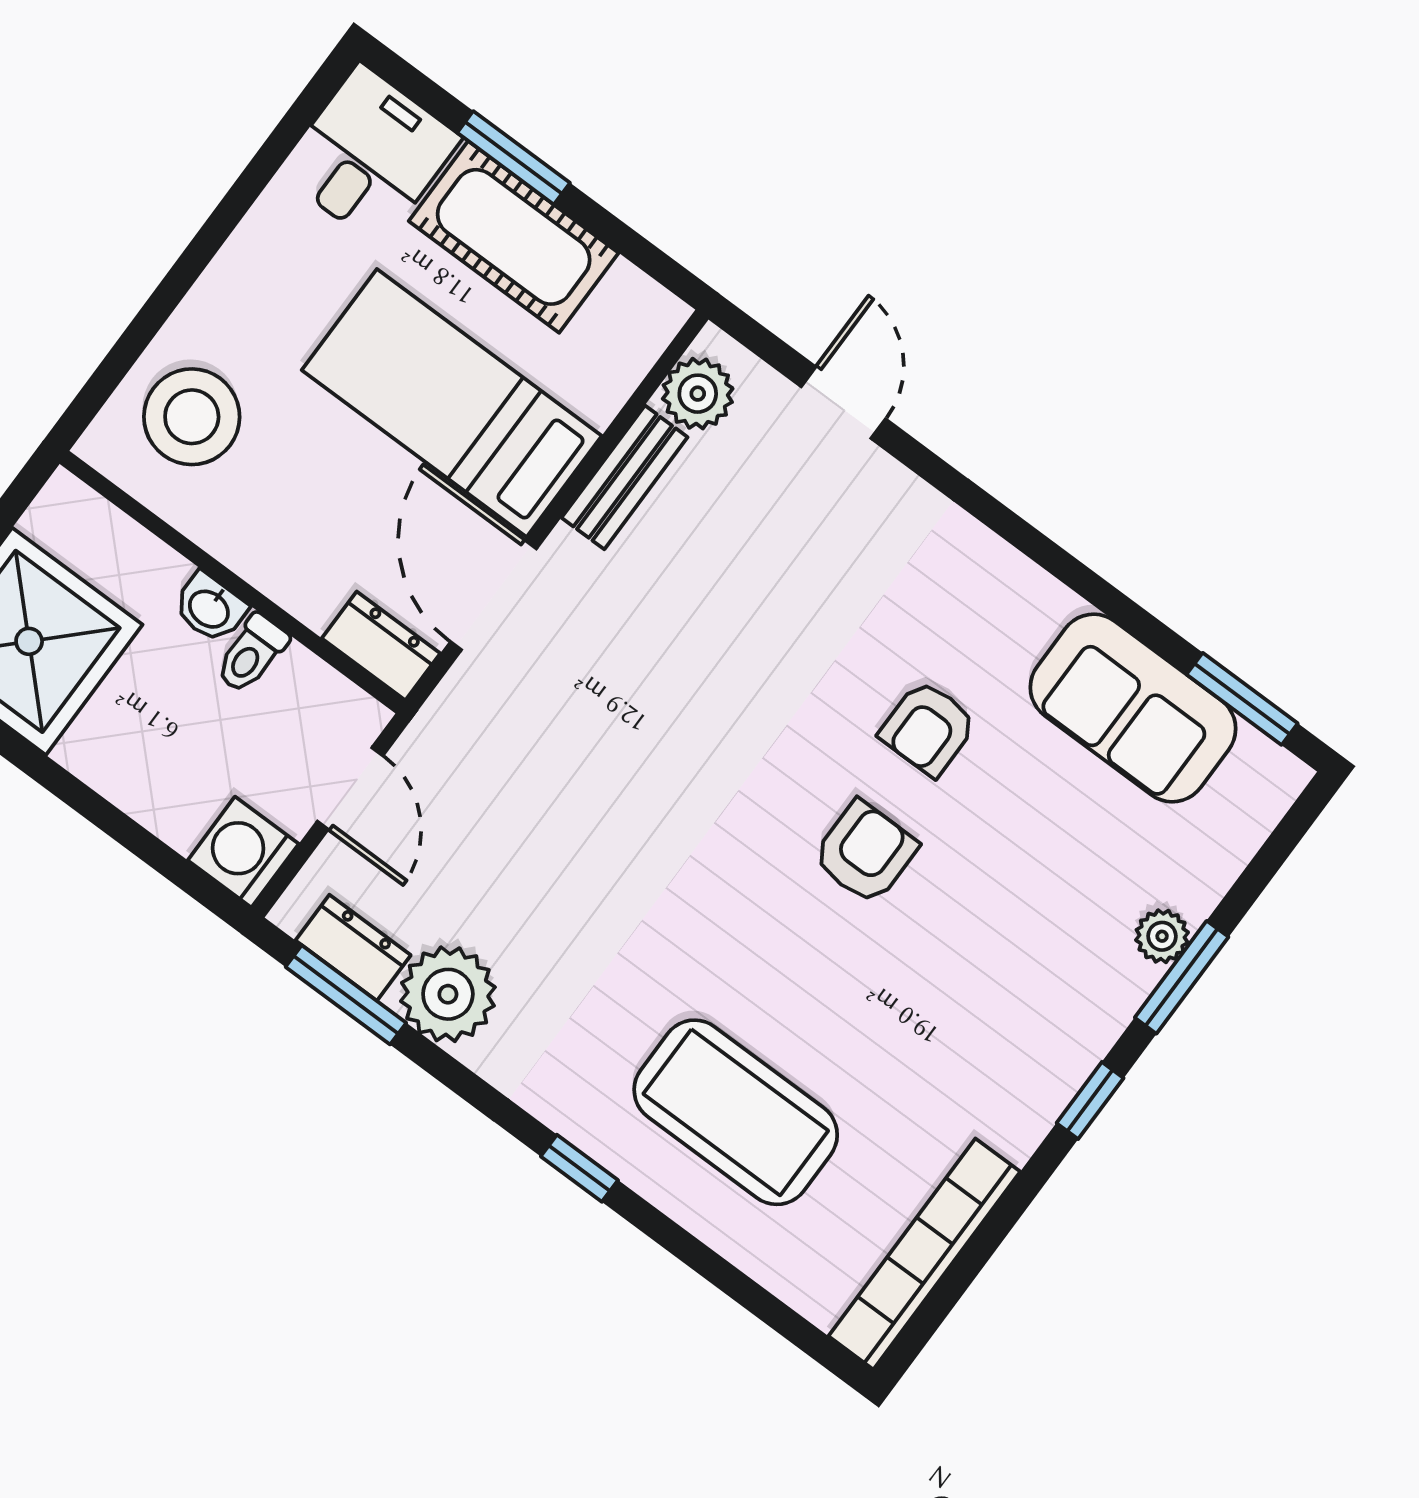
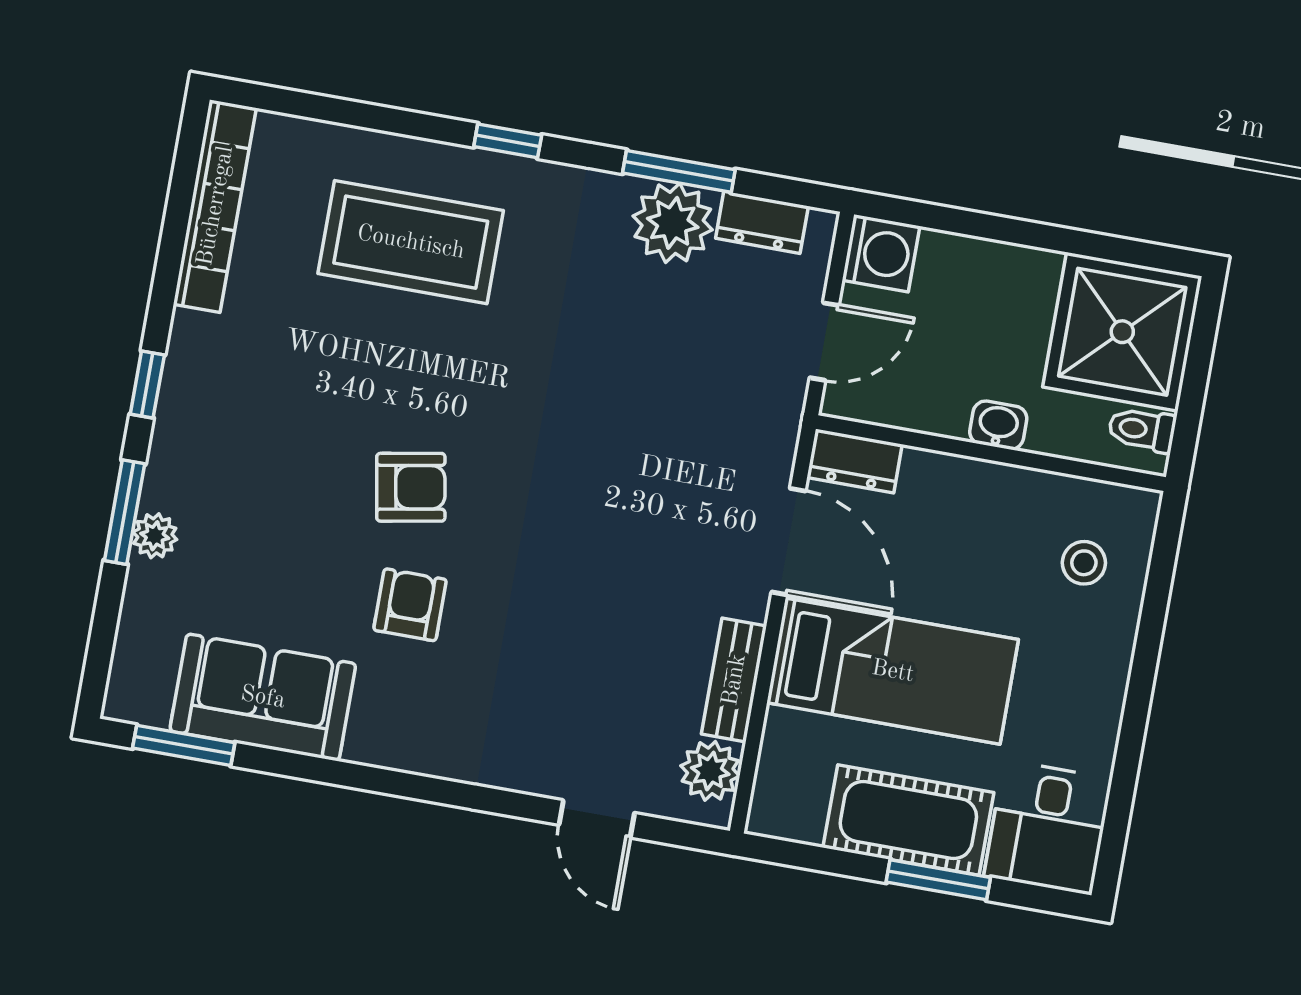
stool: (192, 417) -> (1084, 563), width x0.53, depth x0.53
toilet: (252, 654) -> (1142, 430), moved, turned -90
door: (350, 788) -> (824, 341), swing flipped
armchair: (865, 852) -> (411, 487), turned -100
window: (346, 995) -> (679, 171), moved

